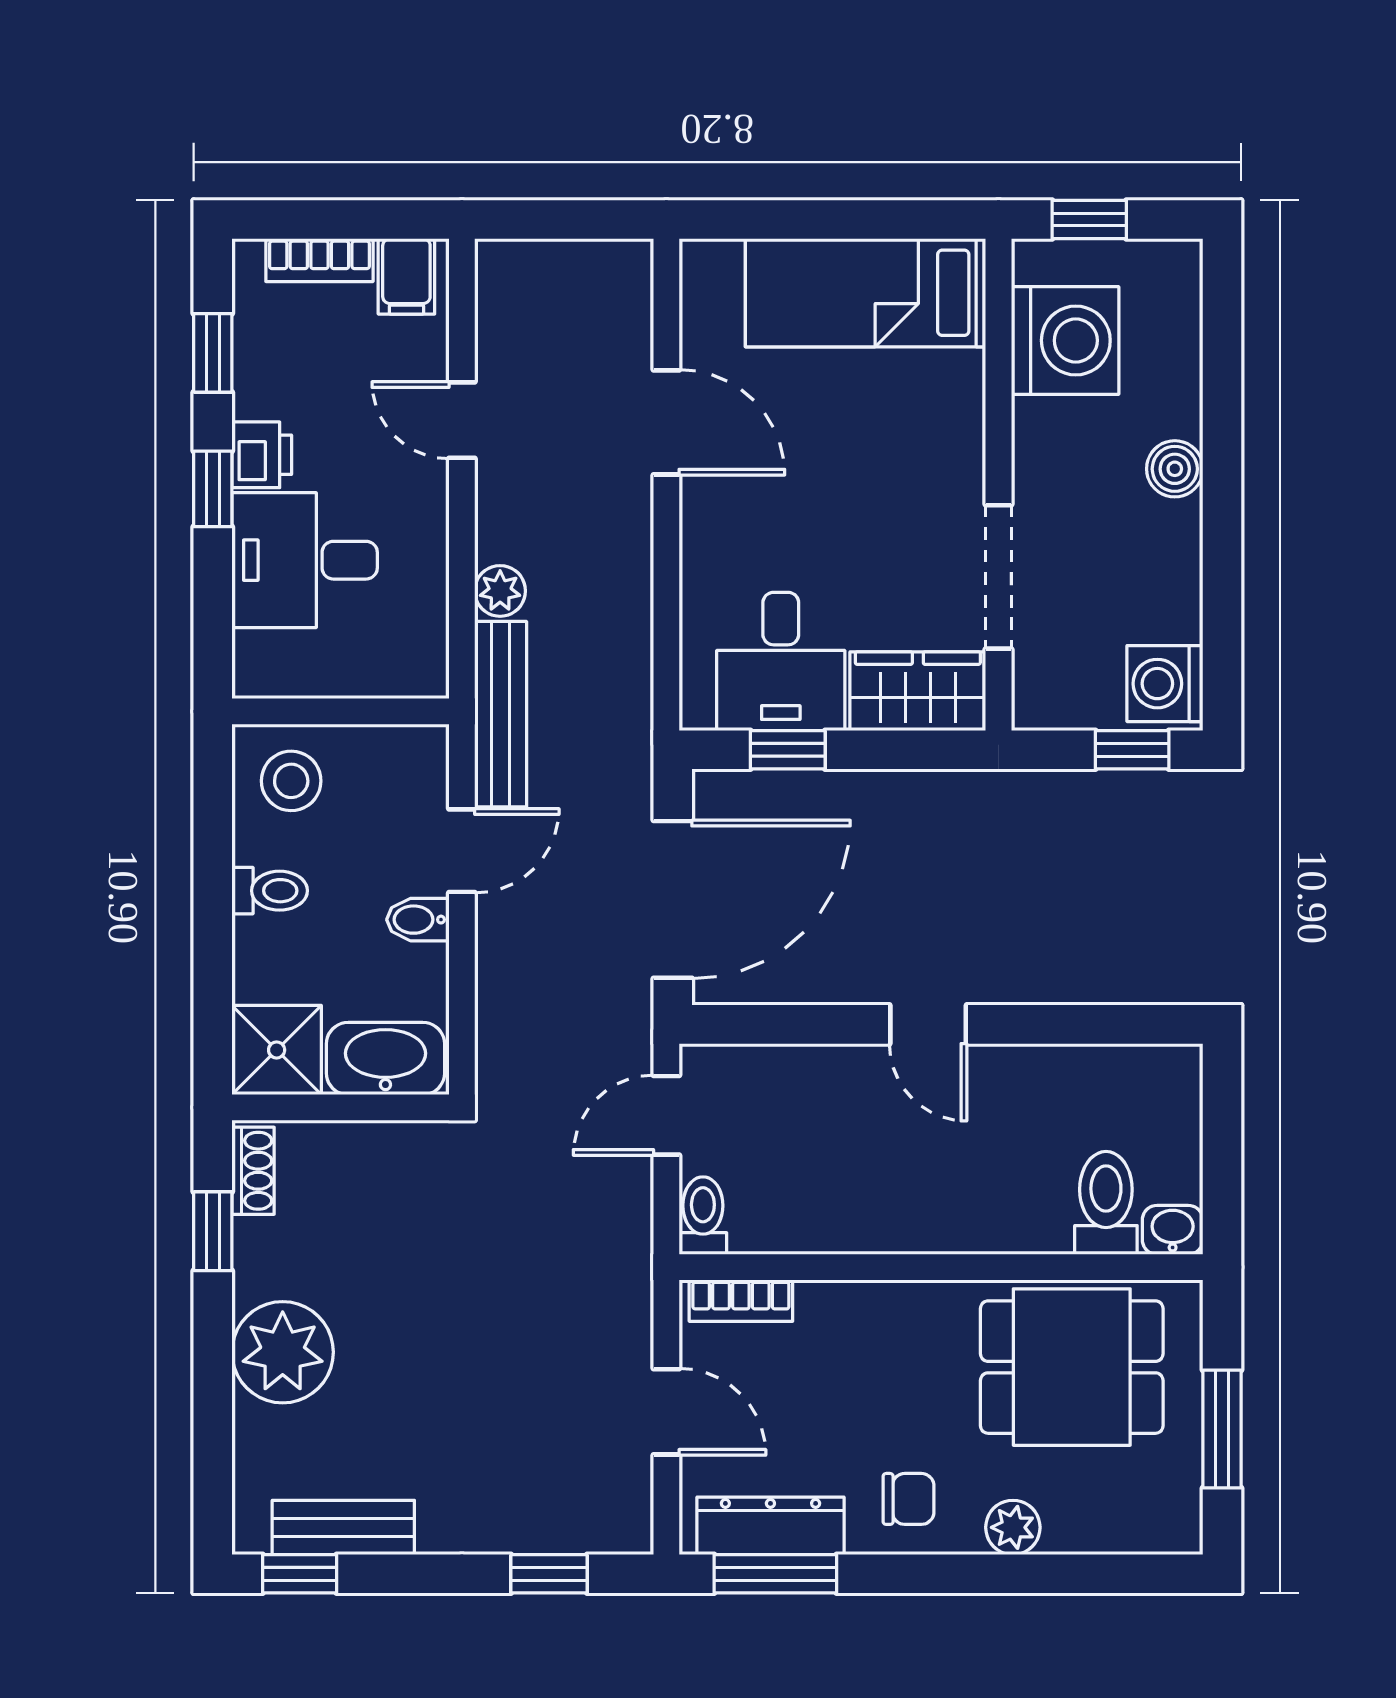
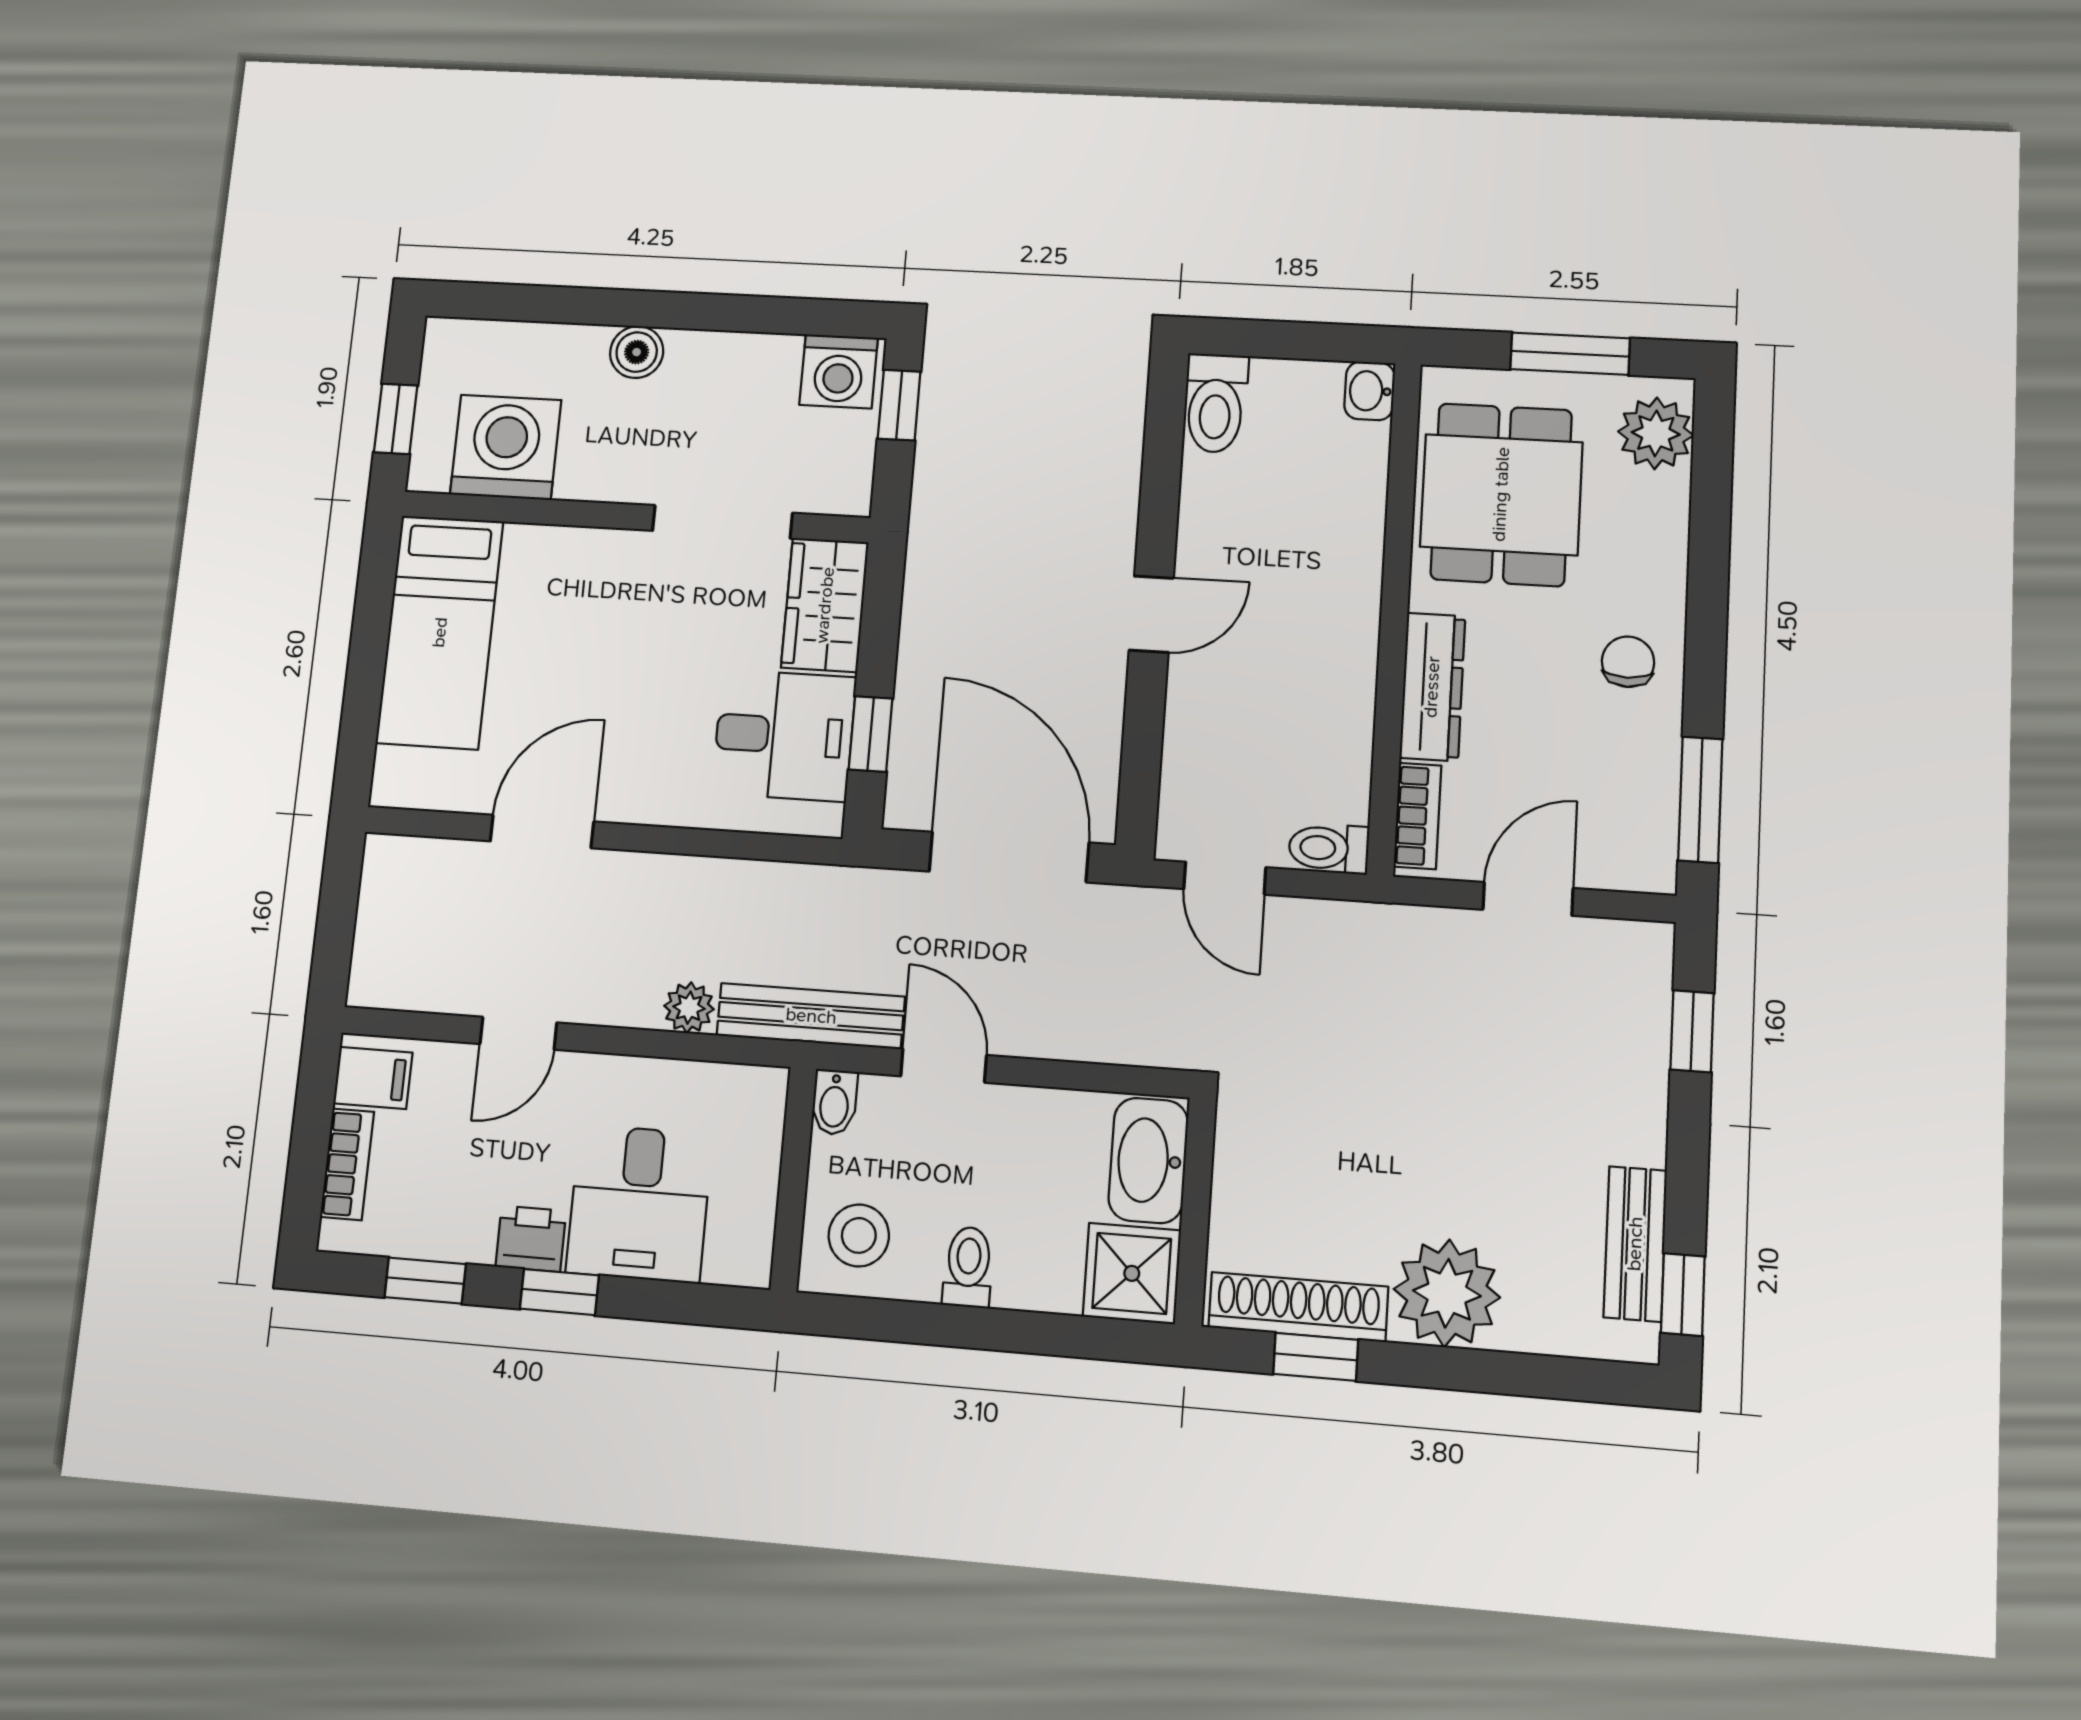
bidet: (418, 920) -> (834, 1102), moved
shoe rack: (253, 1171) -> (1298, 1307), width x1.94, depth x1.24
toilet: (1106, 1203) -> (1216, 403), moved, turned -90
dresser: (770, 1526) -> (1432, 687), moved, turned 180
plant: (1013, 1527) -> (1656, 433), moved, width x1.38, depth x1.38

